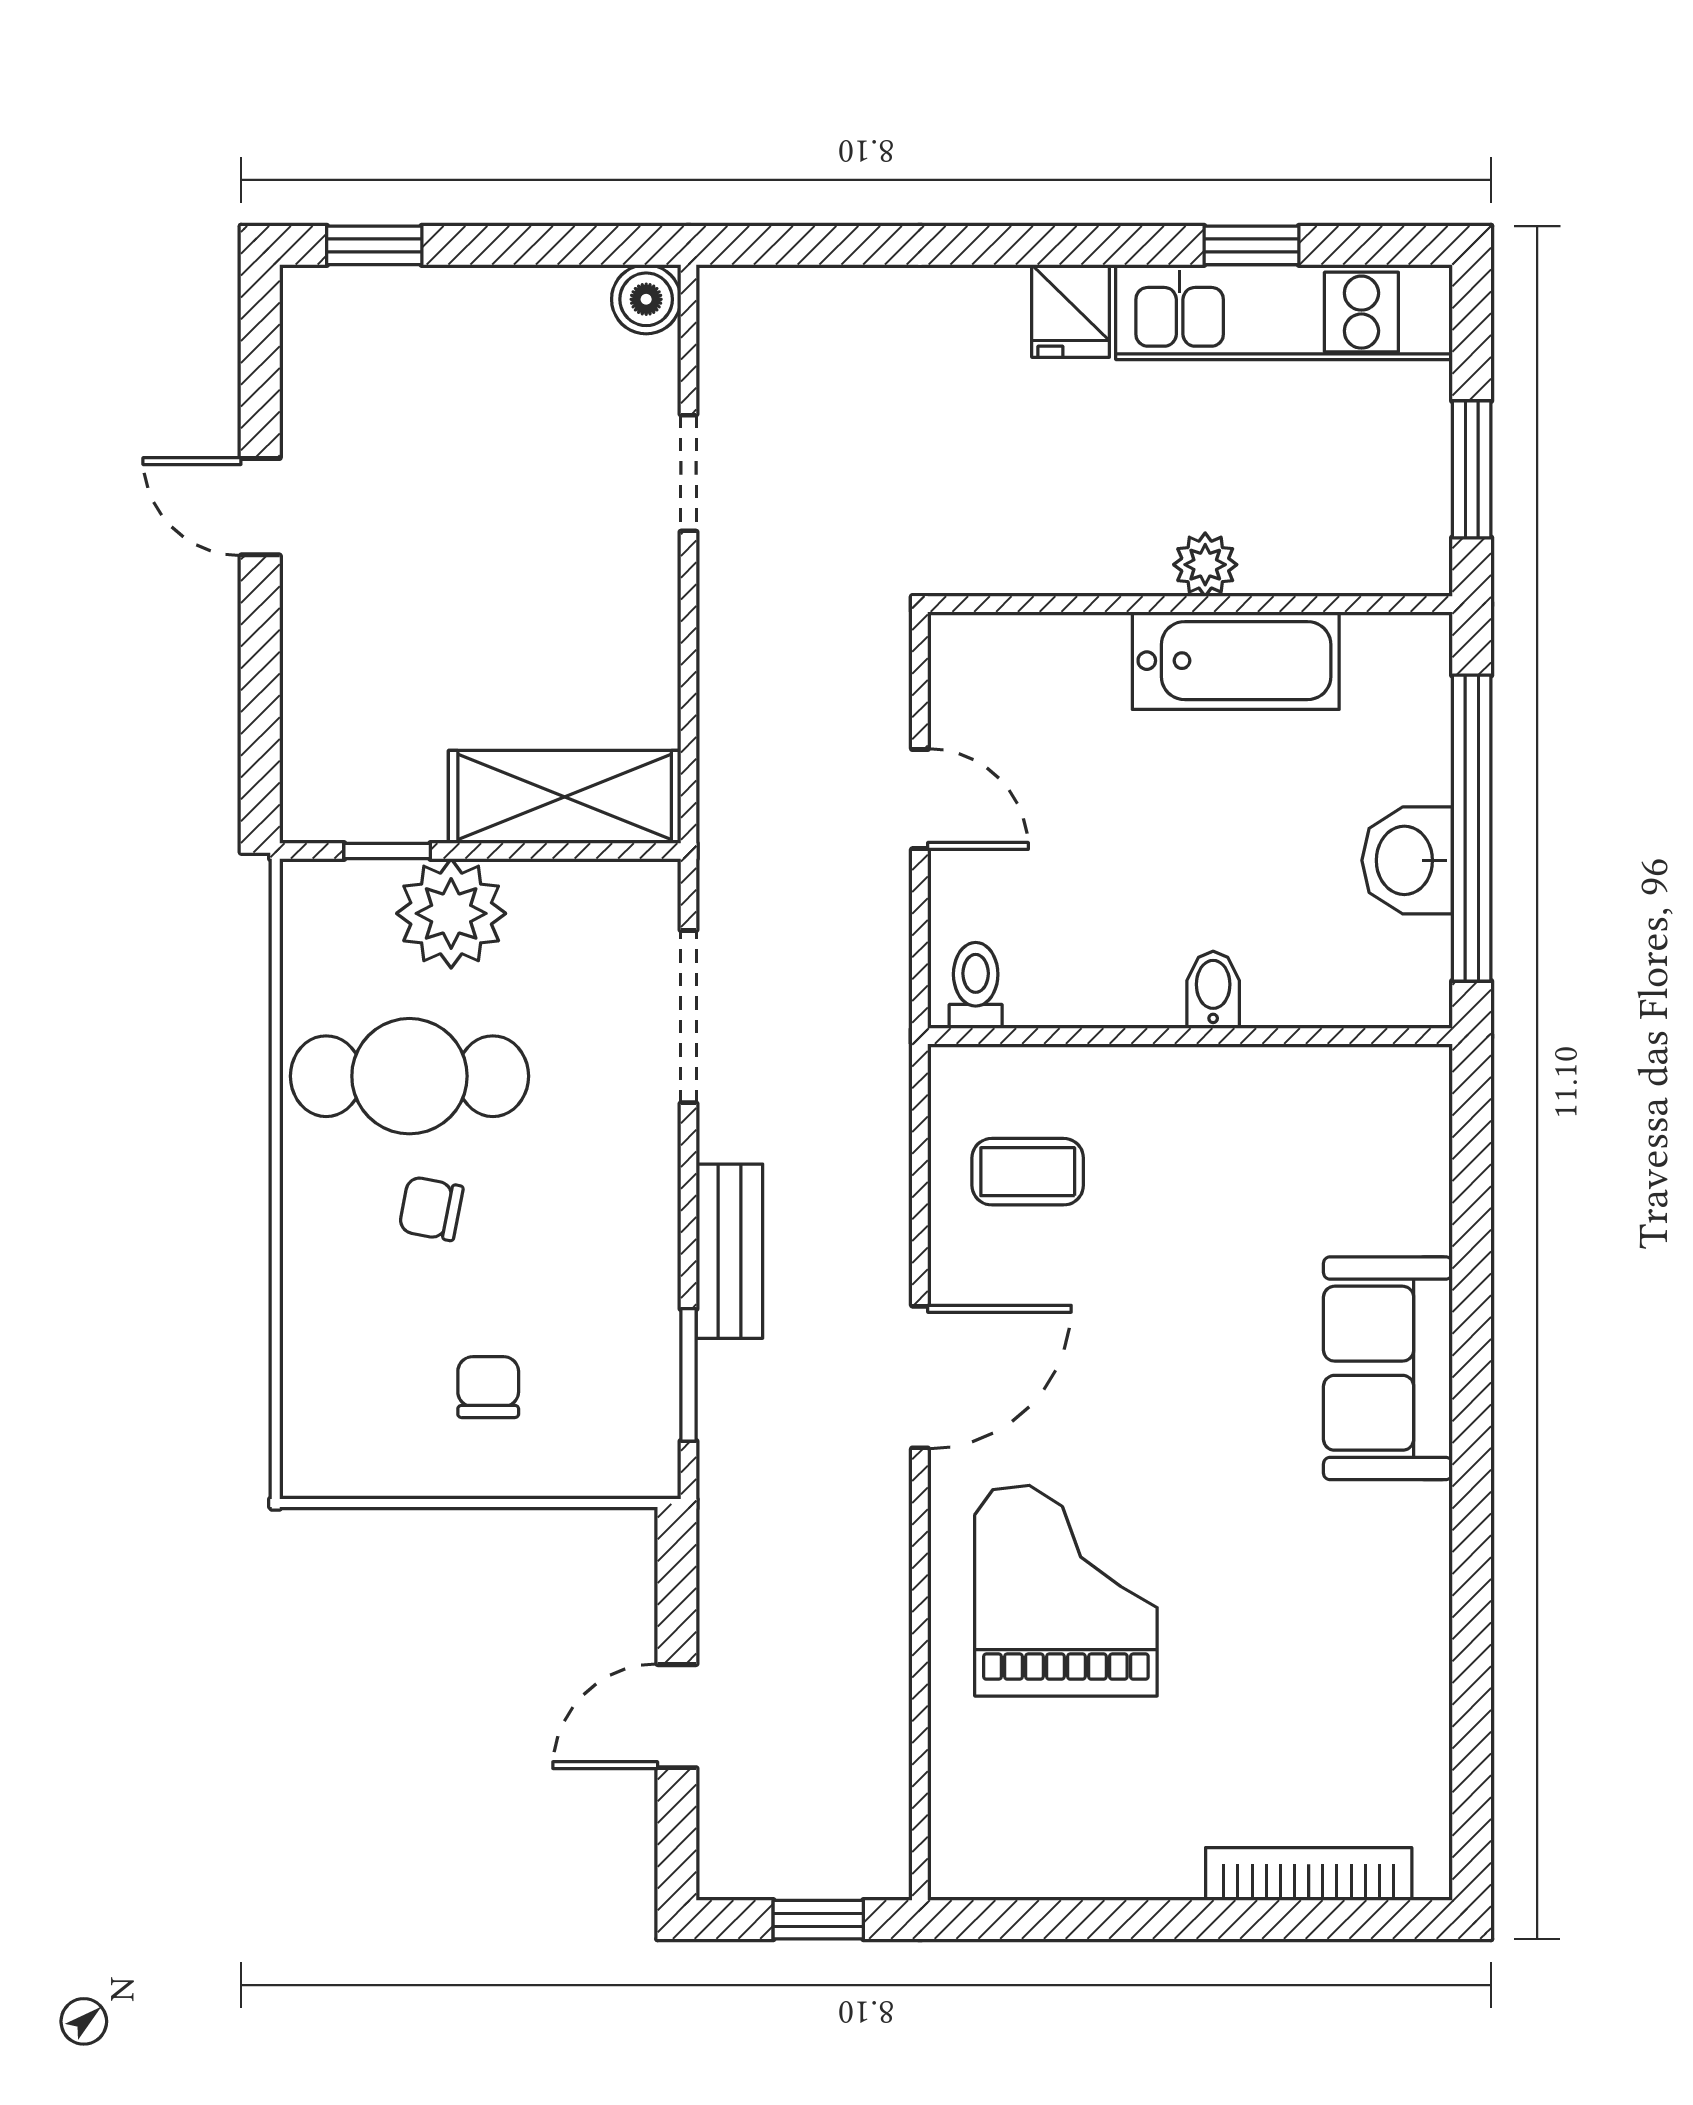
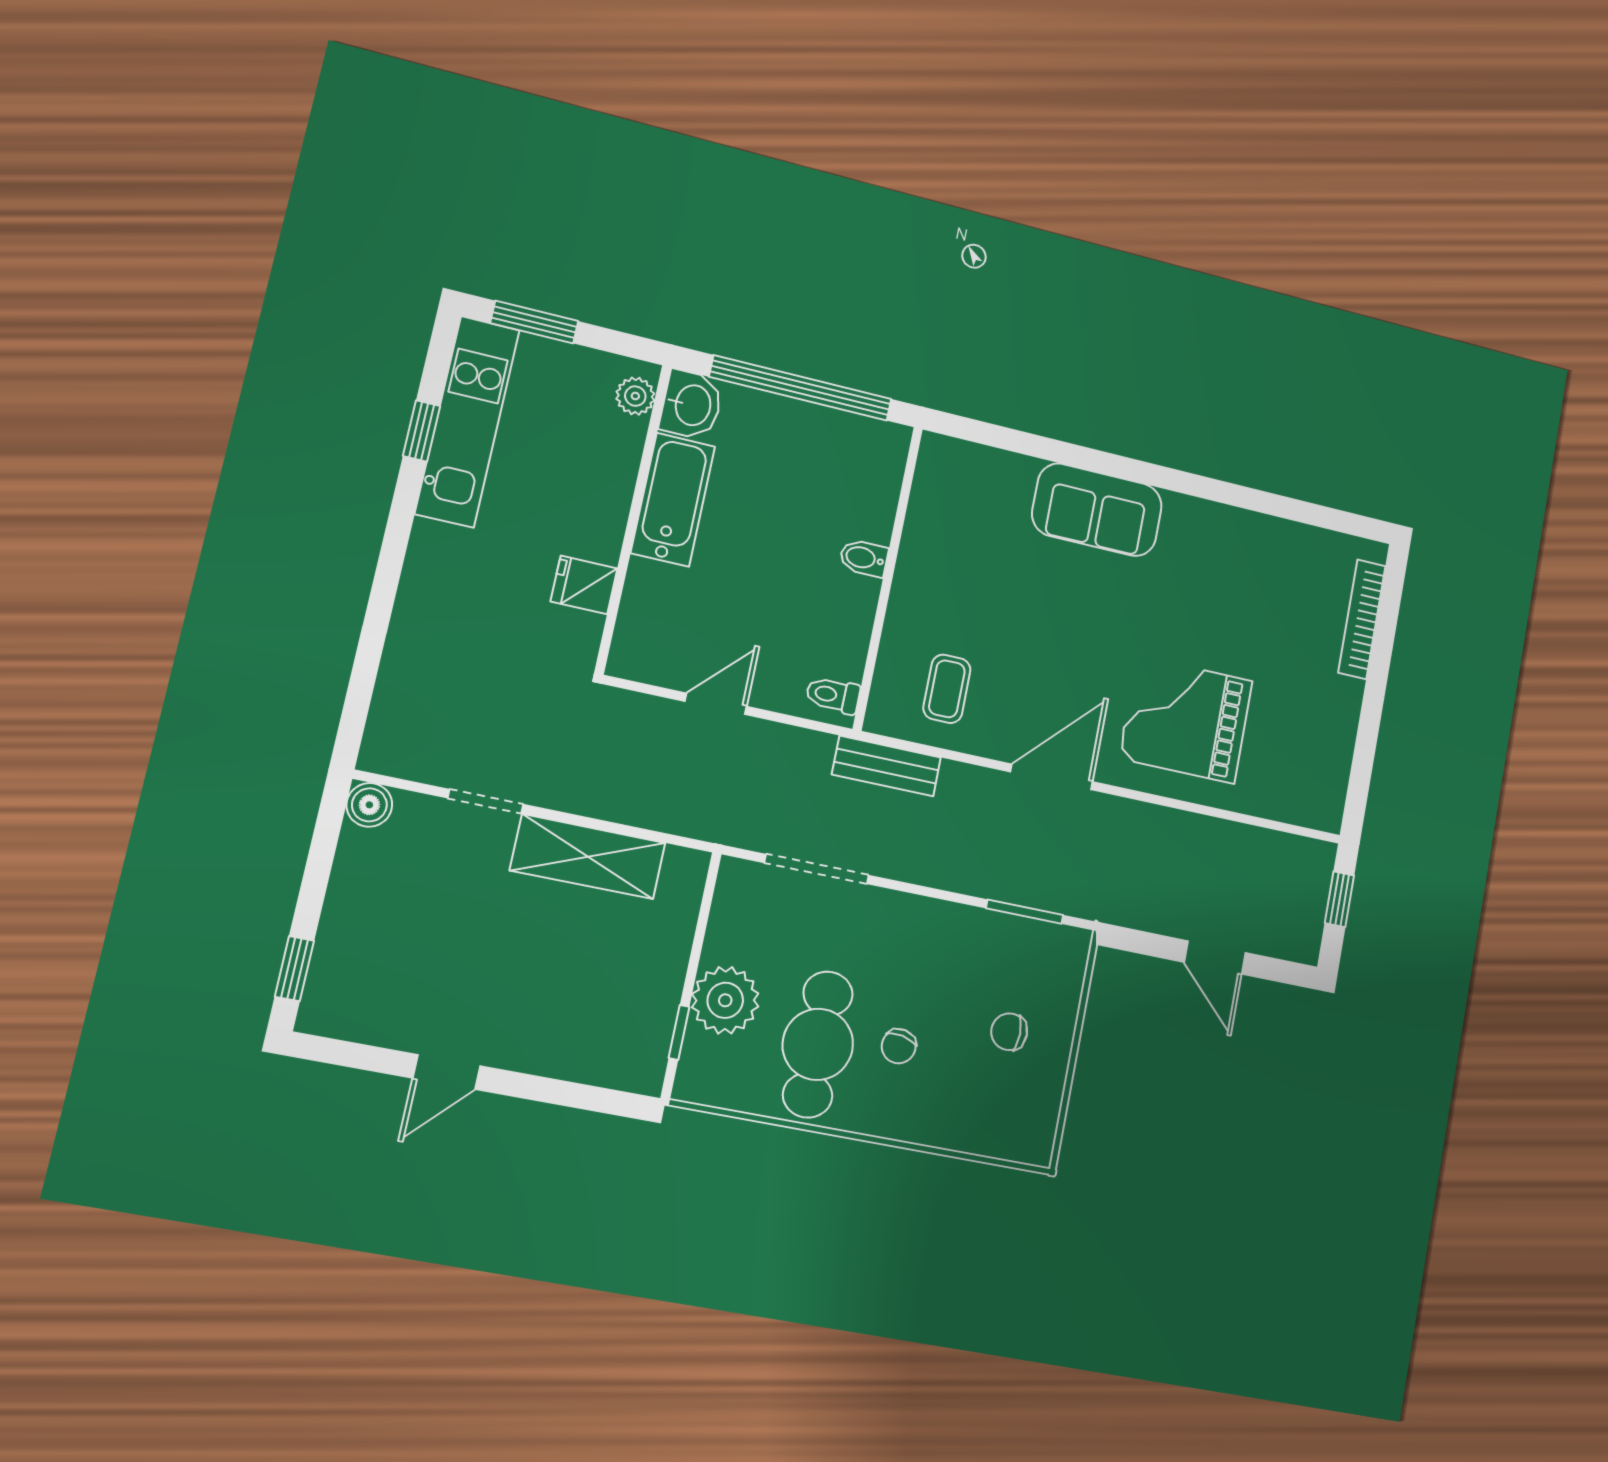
fridge: (1071, 311) -> (584, 585), moved, turned 180
window: (1472, 469) -> (534, 322), moved
plant: (1205, 565) -> (635, 396), moved
shelving: (565, 797) -> (588, 857), moved, turned 90
washbasin: (1407, 860) -> (691, 405), moved, turned -90
bench: (729, 1251) -> (886, 766), moved
door: (920, 1377) -> (1052, 777), hinge flipped

